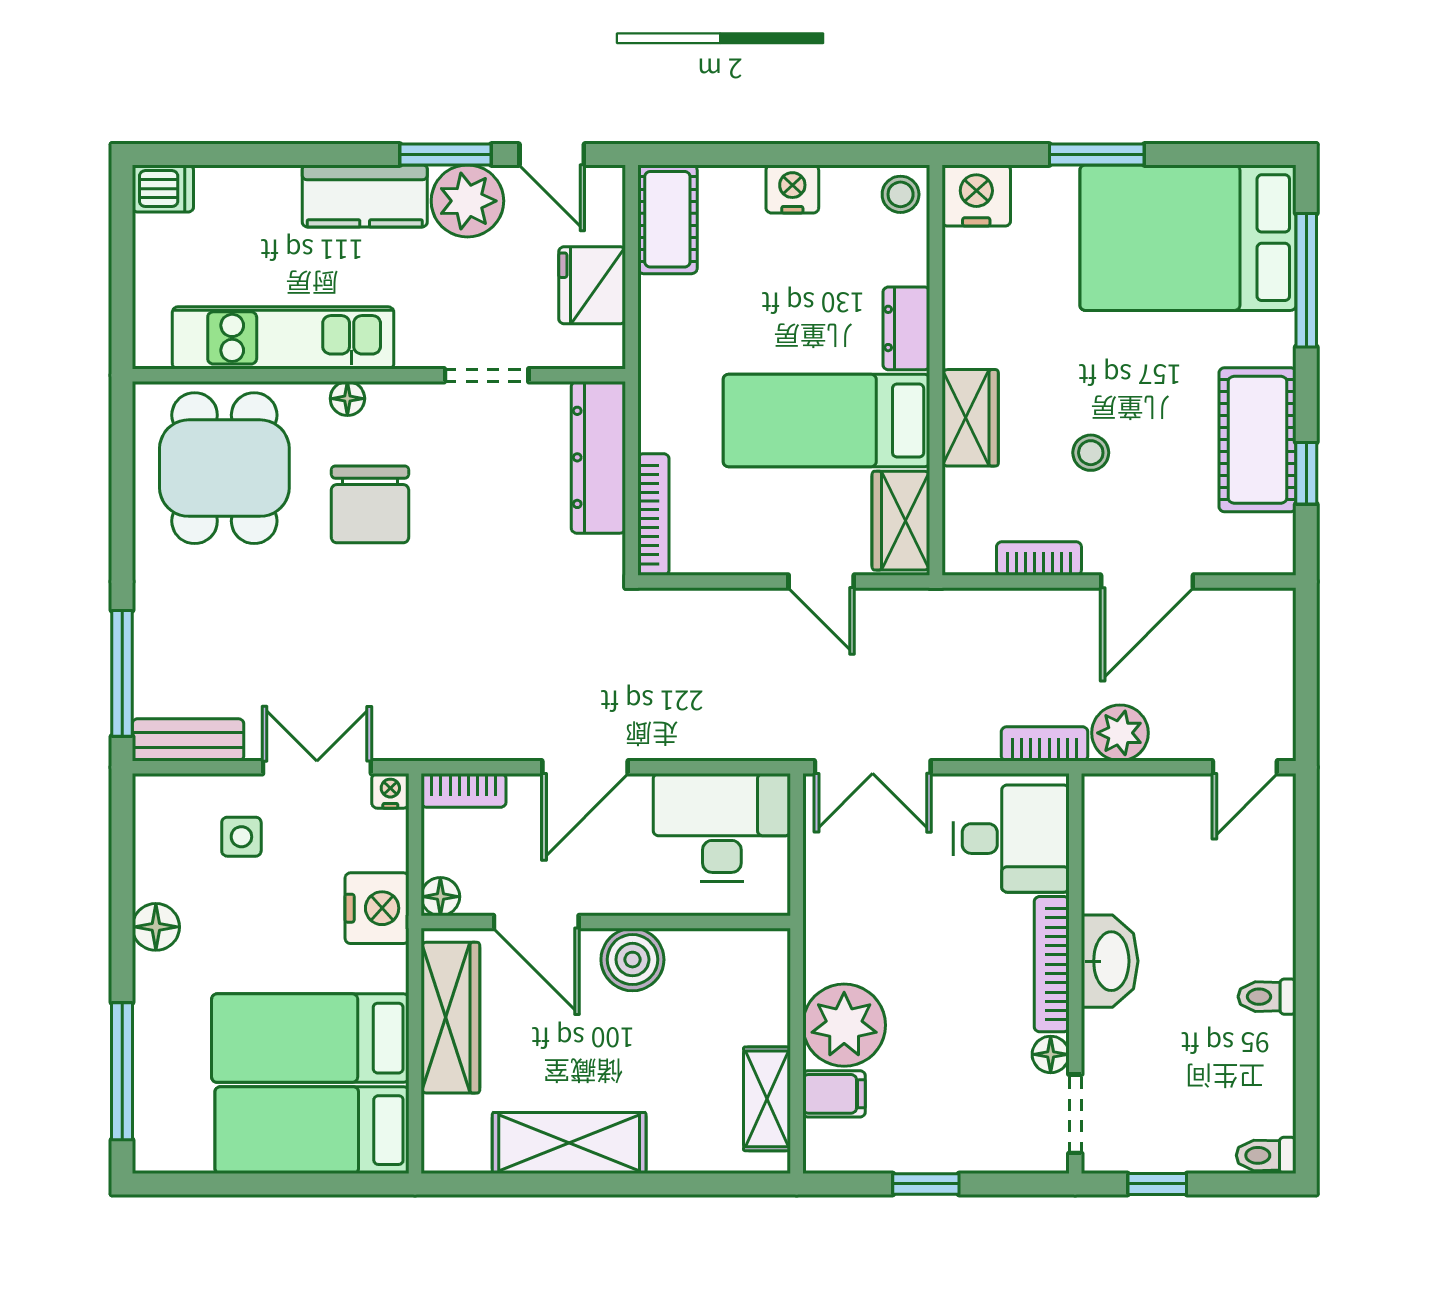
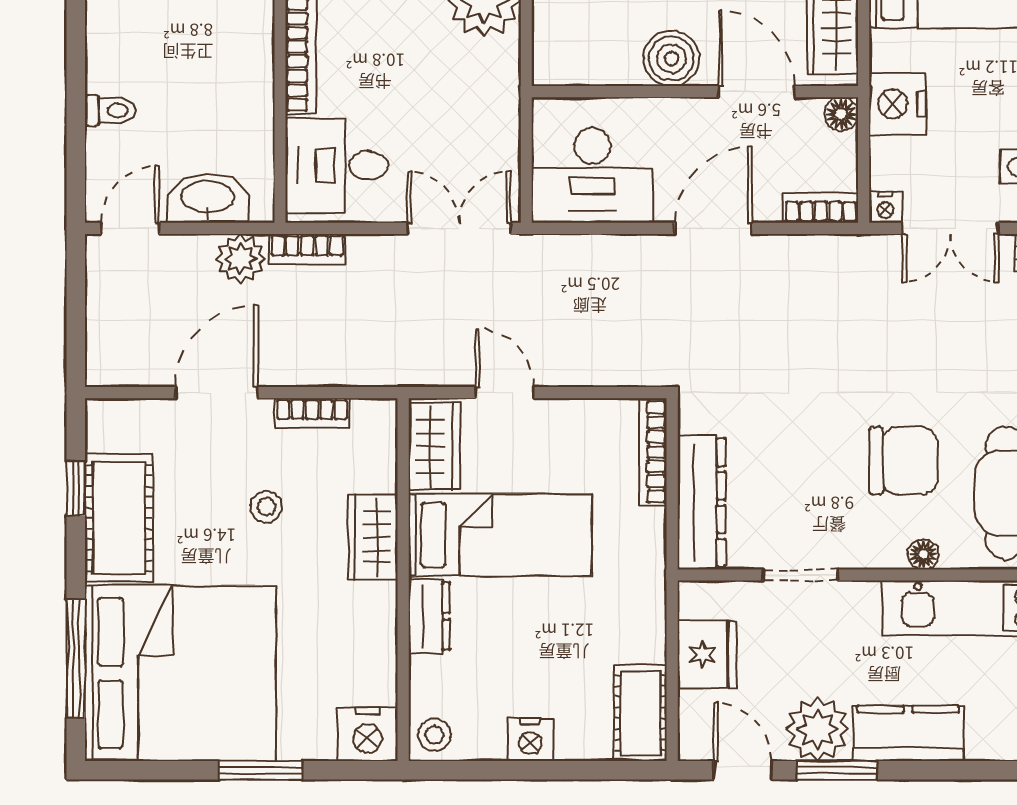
bed: (1188, 238) -> (180, 673), width x1.36
chair: (370, 504) -> (903, 461), turned 90
washbasin: (1110, 961) -> (208, 198), moved, turned 90
toilet: (1267, 997) -> (110, 111), moved

